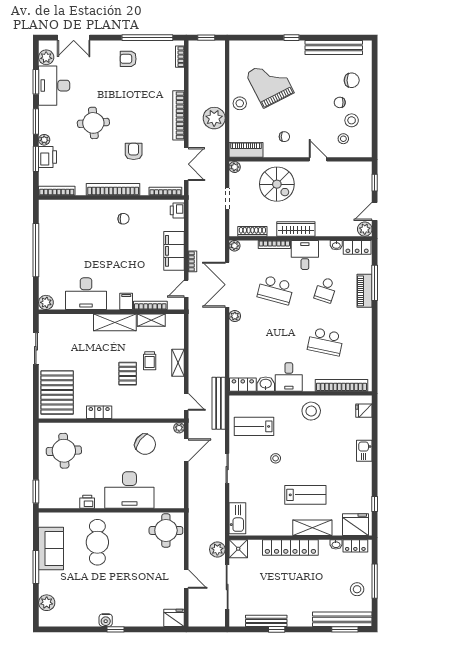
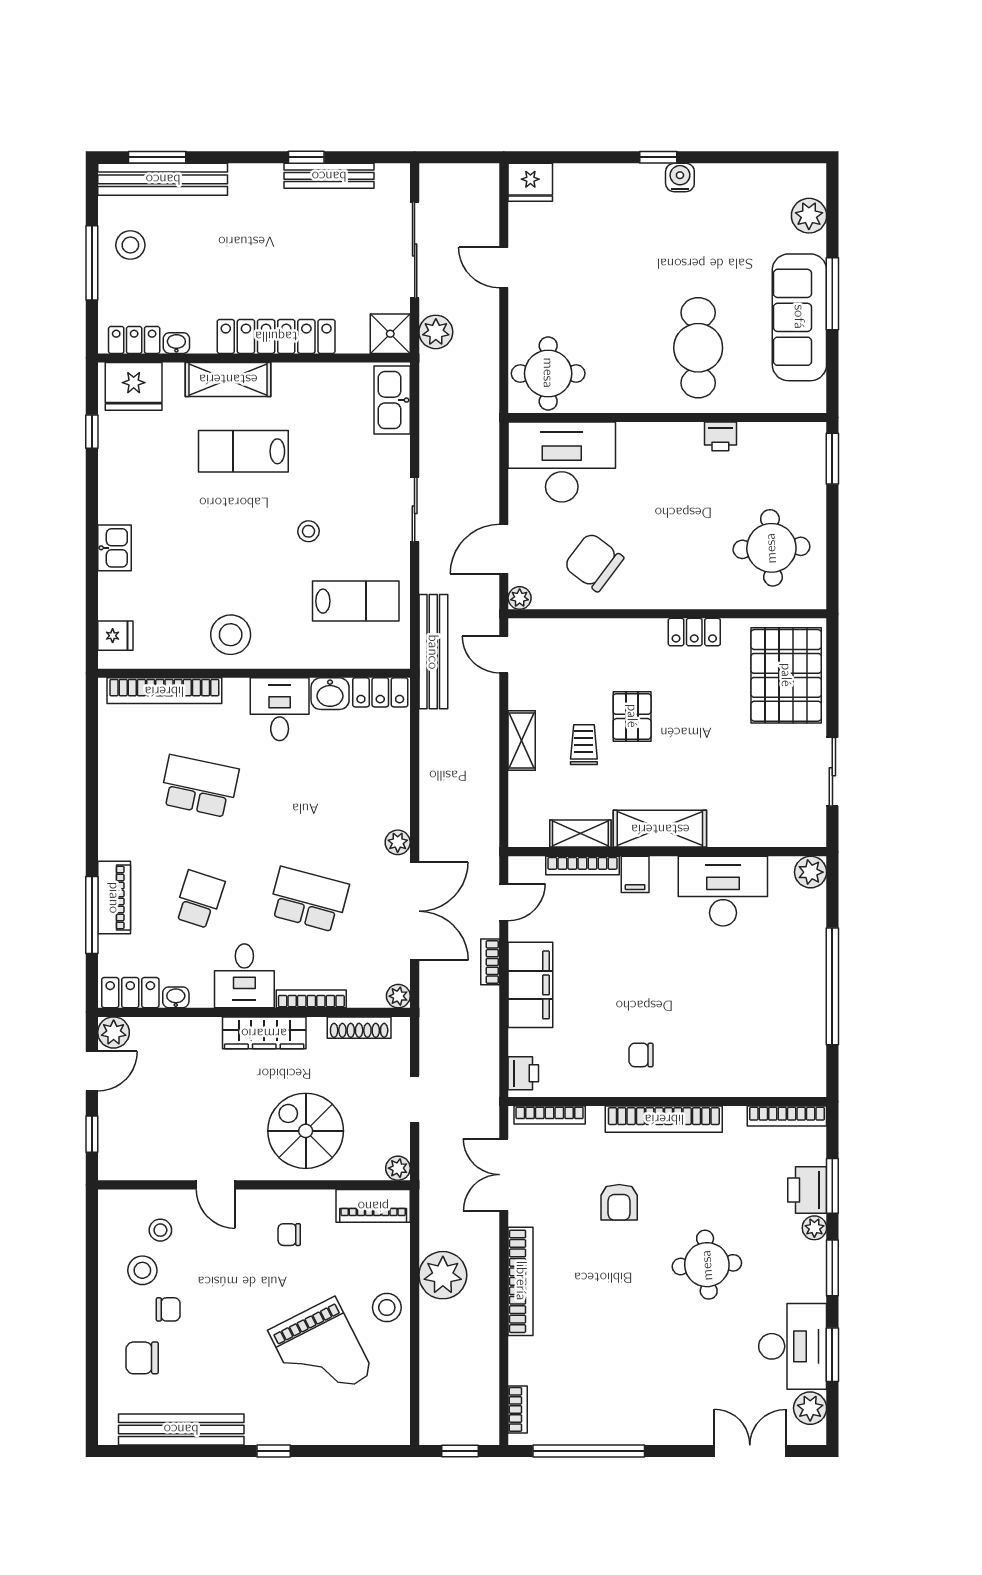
armchair: (128, 59) -> (631, 1405), removed
desk: (129, 490) -> (562, 462), moved
sofa: (51, 548) -> (799, 317), width x1.36

